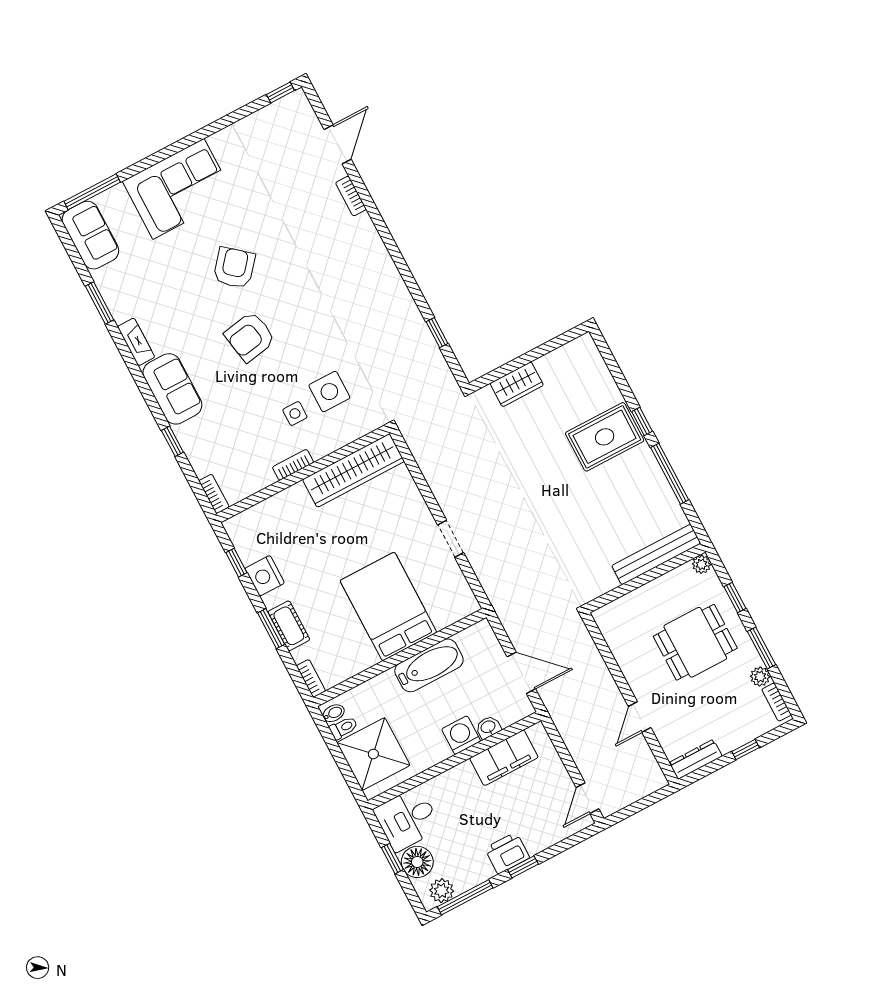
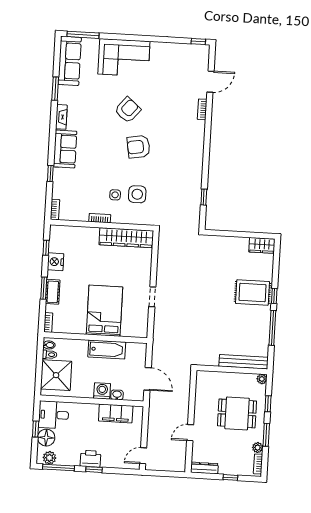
sofa: (90, 235) -> (70, 61), width x1.36
armchair: (250, 337) -> (139, 147), moved
wardrobe: (517, 384) -> (262, 245), moved

